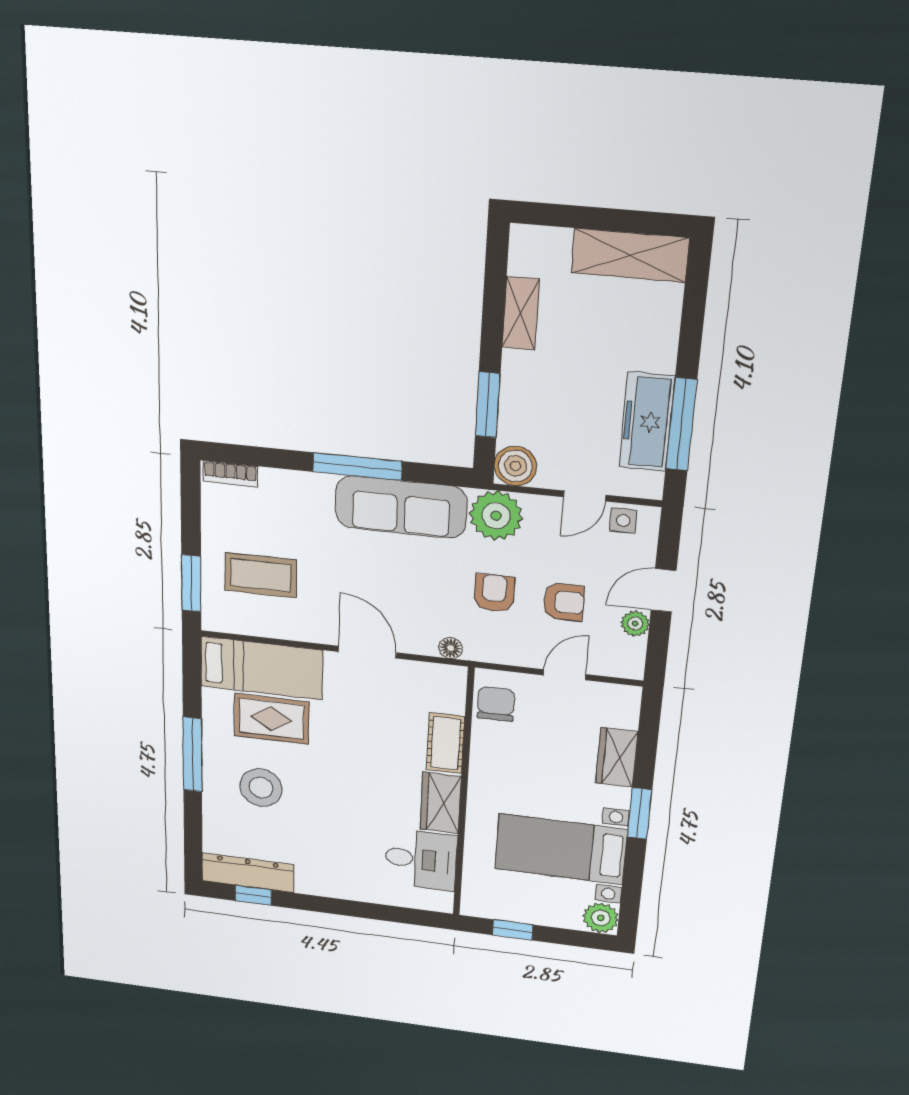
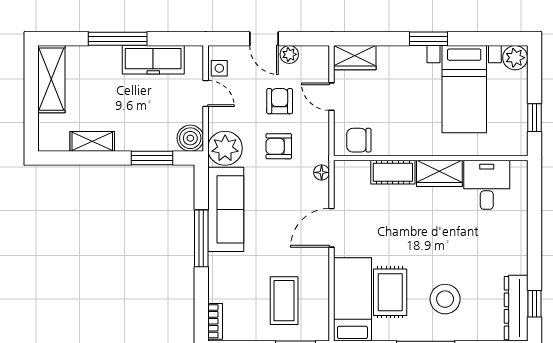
window: (681, 424) -> (118, 39), moved
wardrobe: (617, 757) -> (355, 58), moved

